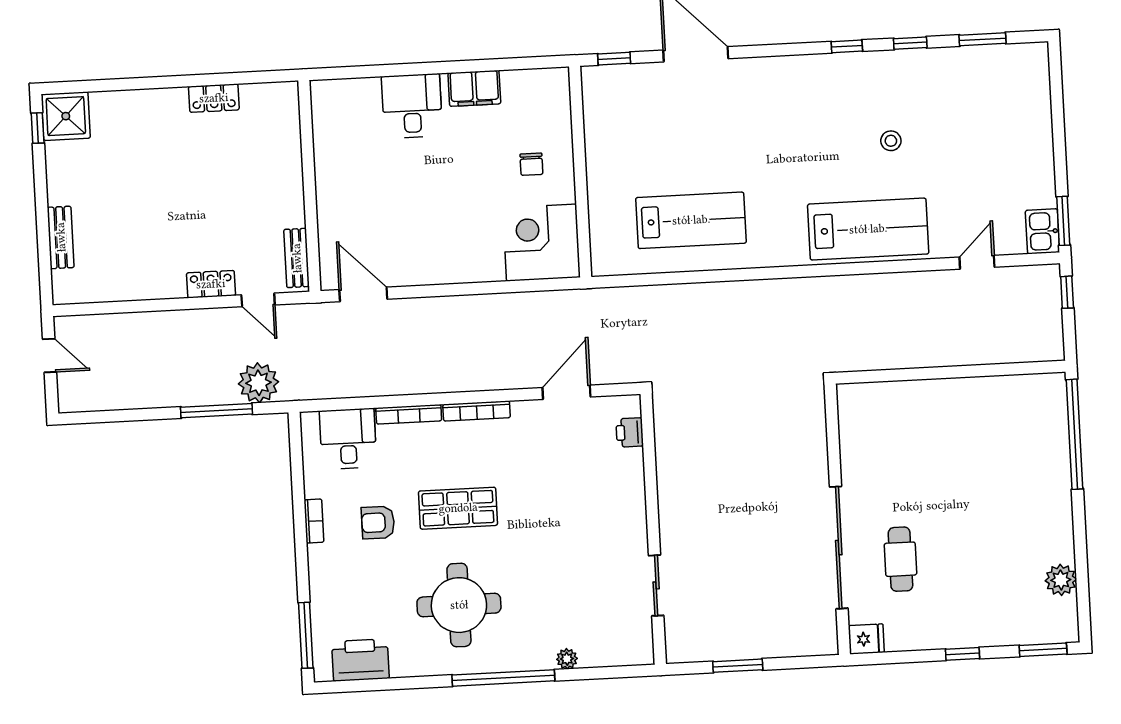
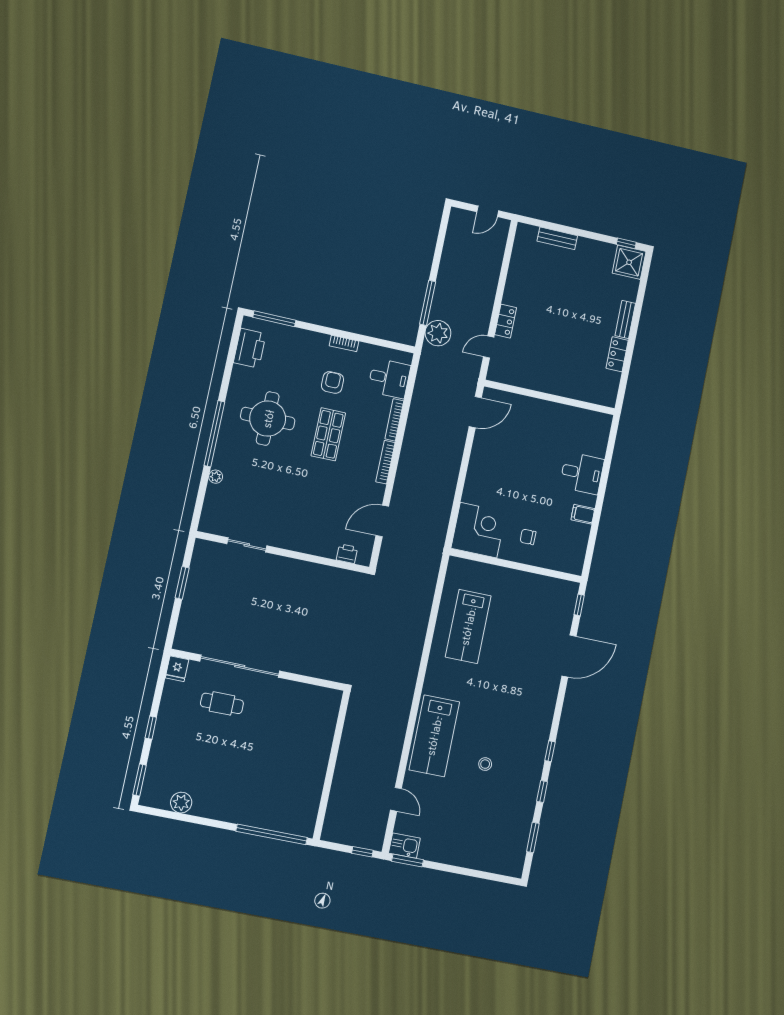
filing cabinet: (474, 88) -> (583, 514), width x0.50
bench: (297, 258) -> (625, 319), moved, turned 90
door: (567, 392) -> (382, 521), swing flipped

